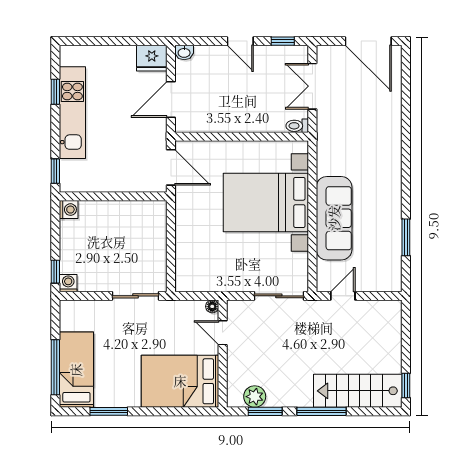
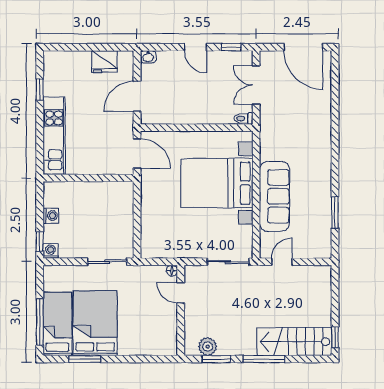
fridge: (152, 58) -> (104, 61), moved
kitchen unit: (72, 113) -> (54, 136), moved
window: (55, 171) -> (40, 157), removed
washing machine: (69, 210) -> (51, 216), moved
bed: (180, 381) -> (95, 323), moved, turned 90

